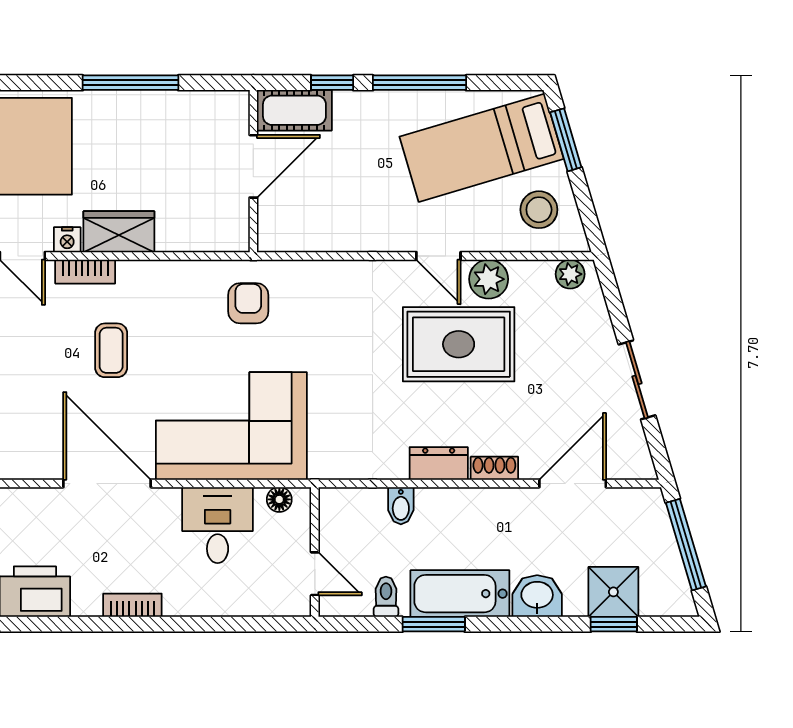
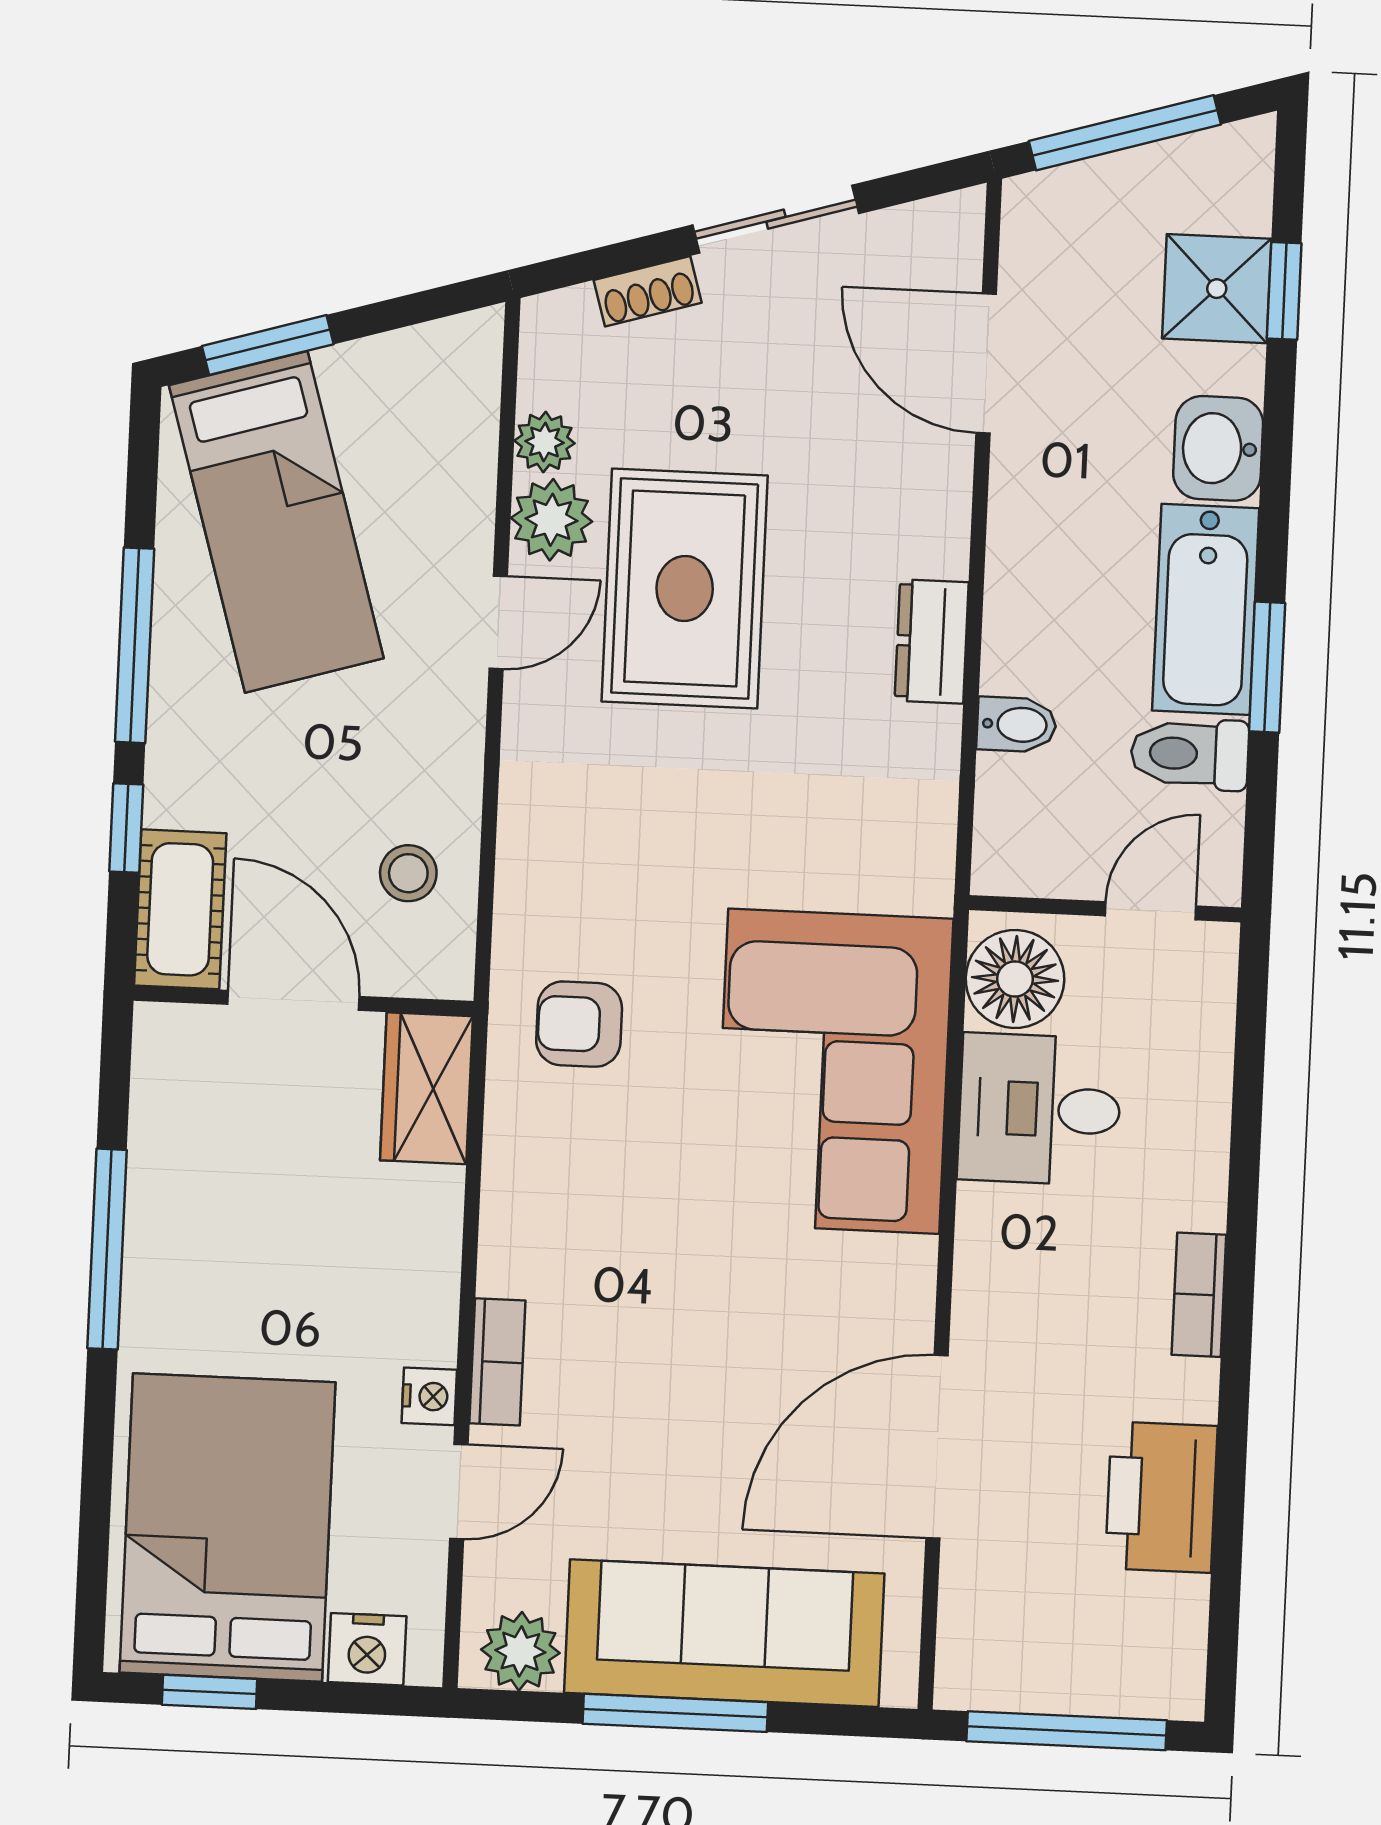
stool: (539, 210) -> (408, 873), moved, width x0.73, depth x0.73
wardrobe: (119, 232) -> (427, 1088), moved
plant: (570, 274) -> (544, 442), moved
coffee table: (111, 350) -> (664, 1315), removed
shoe rack: (494, 468) -> (648, 291), moved, turned -107
door: (107, 483) -> (937, 1447), moved
floor lamp: (279, 499) -> (1015, 979), width x1.89, depth x1.89
toilet: (386, 597) -> (1190, 754), width x1.37, depth x1.39

